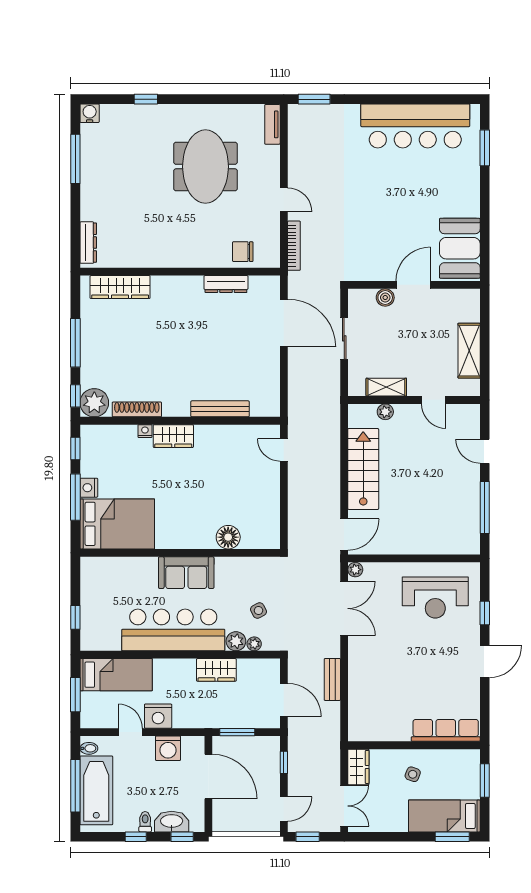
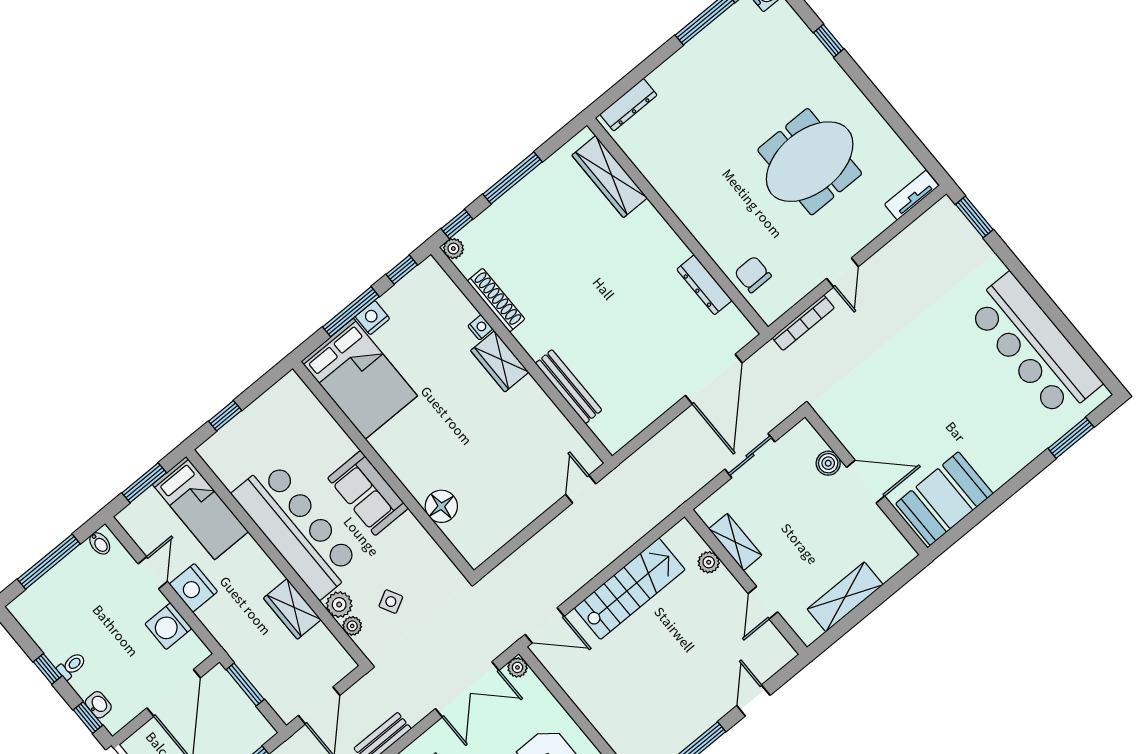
plant: (94, 403) -> (453, 249), width x0.53, depth x0.53
bathtub: (96, 790) -> (62, 588), removed
washbasin: (172, 822) -> (98, 705), width x0.52, depth x0.69

